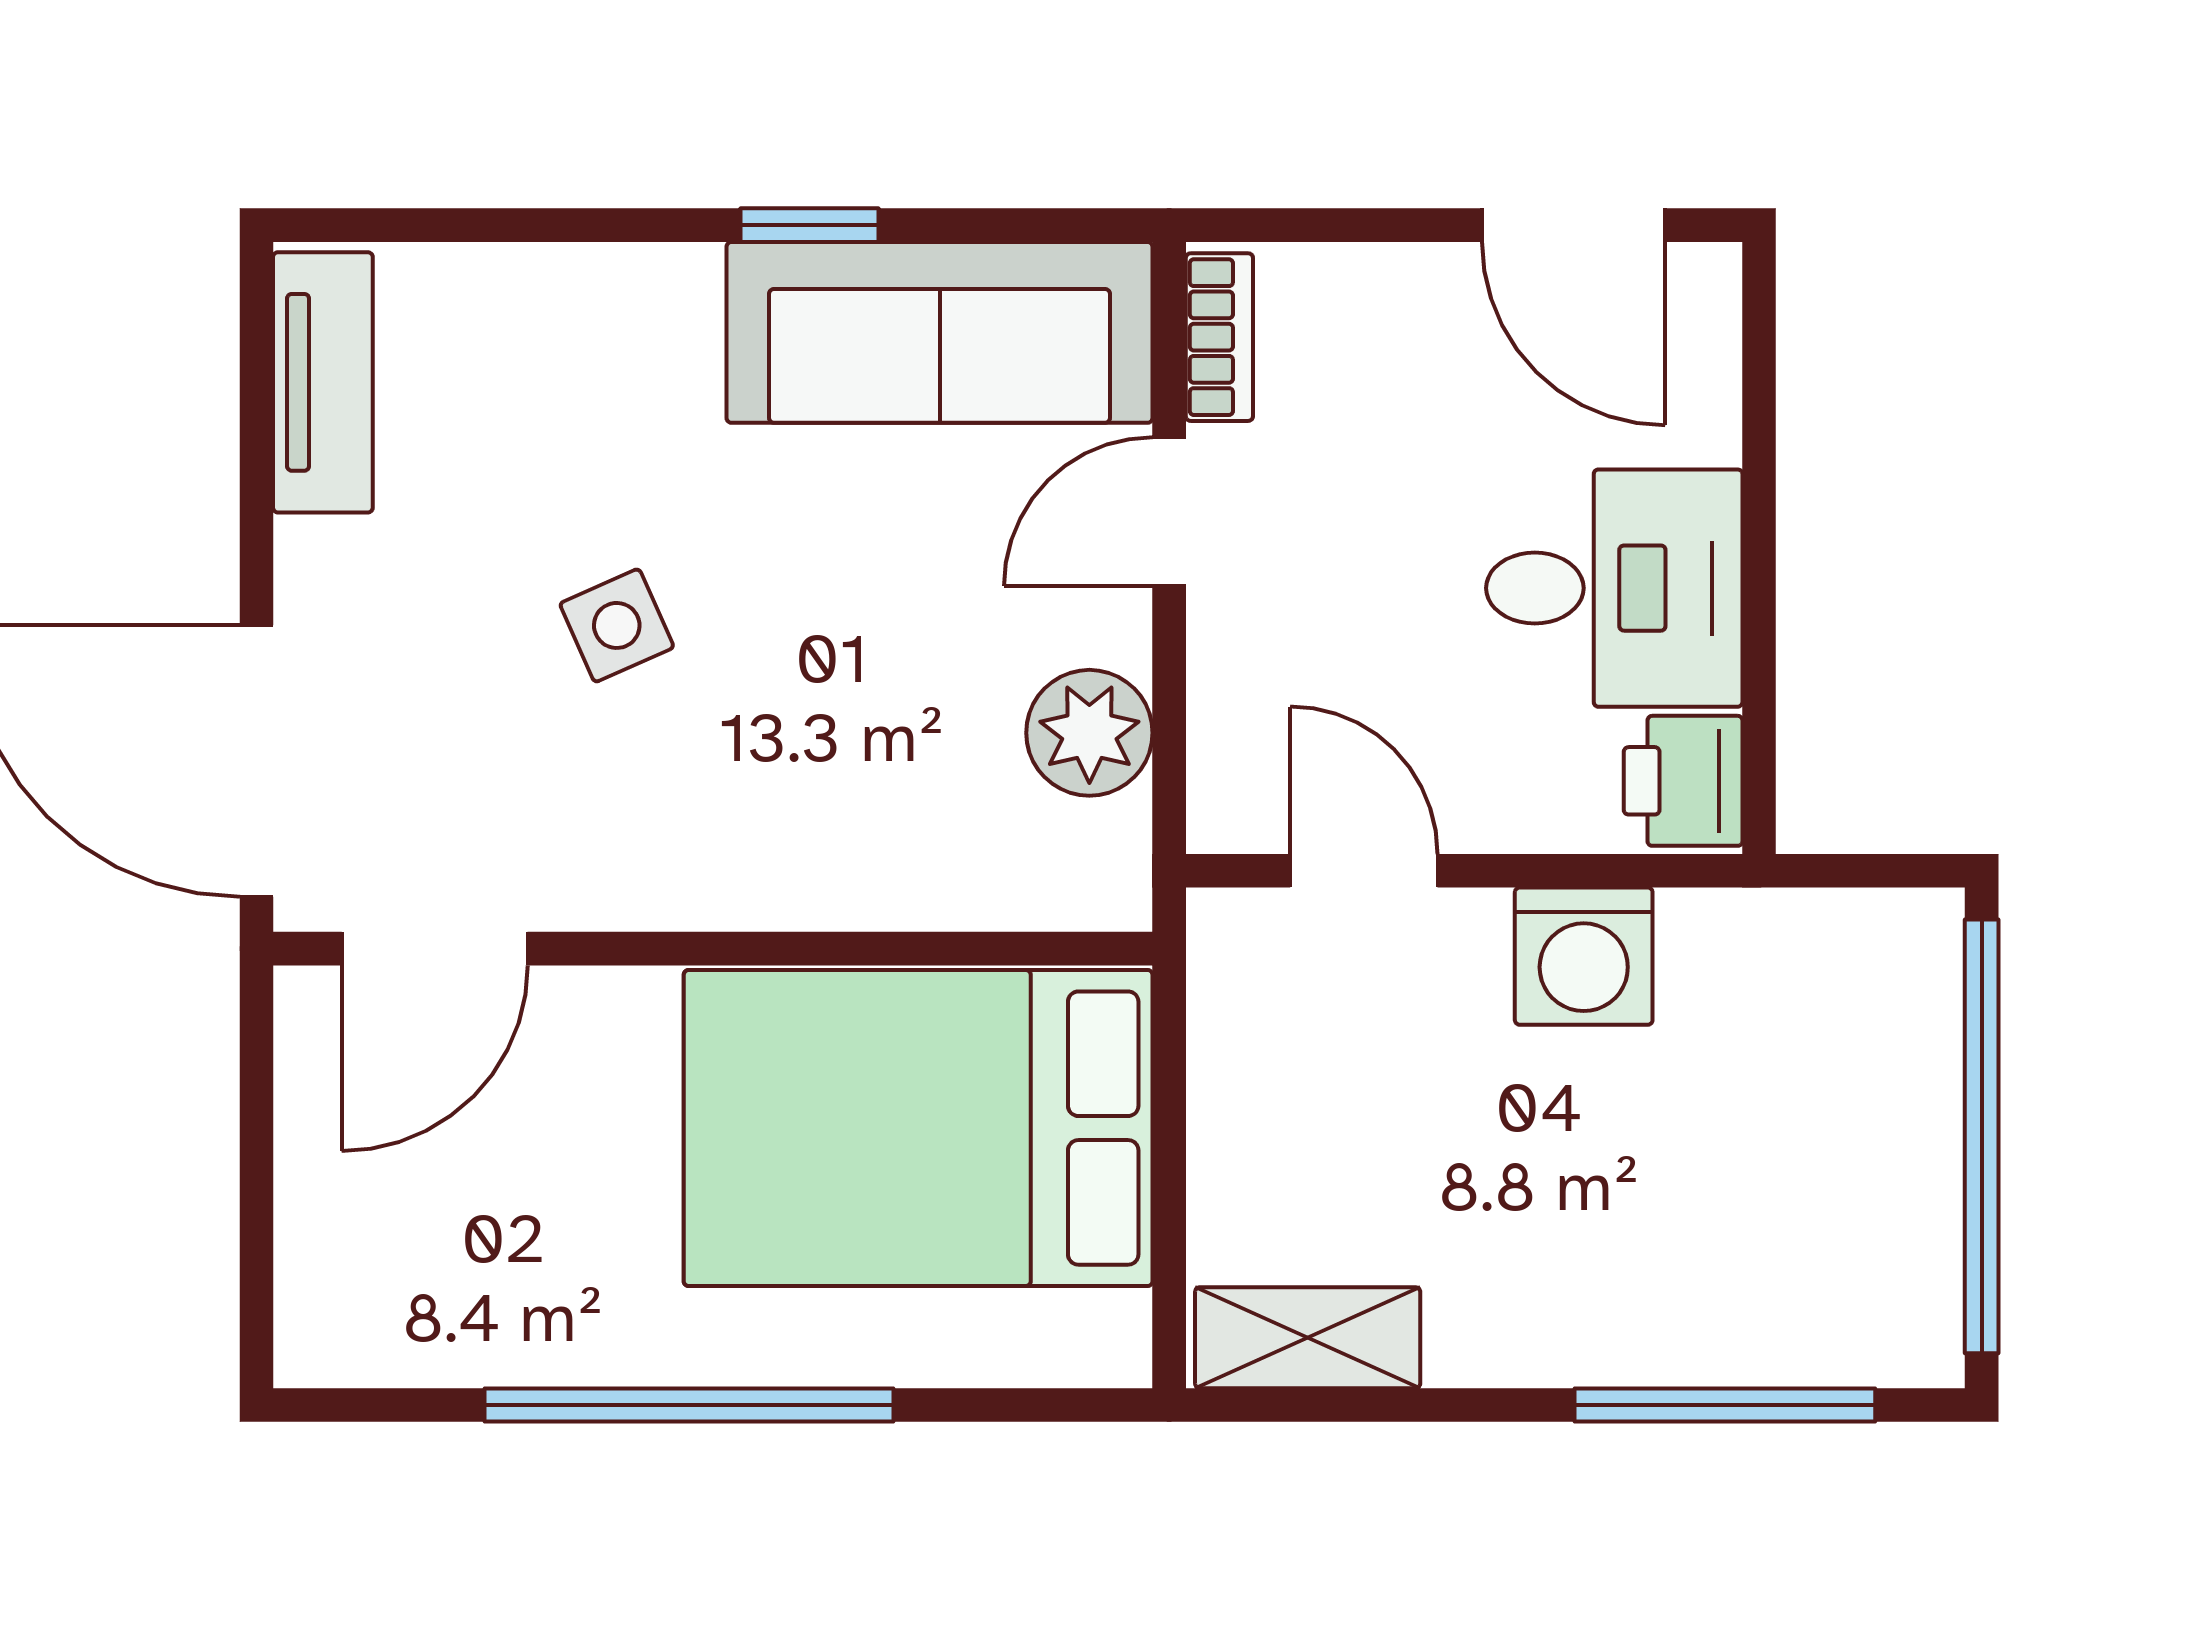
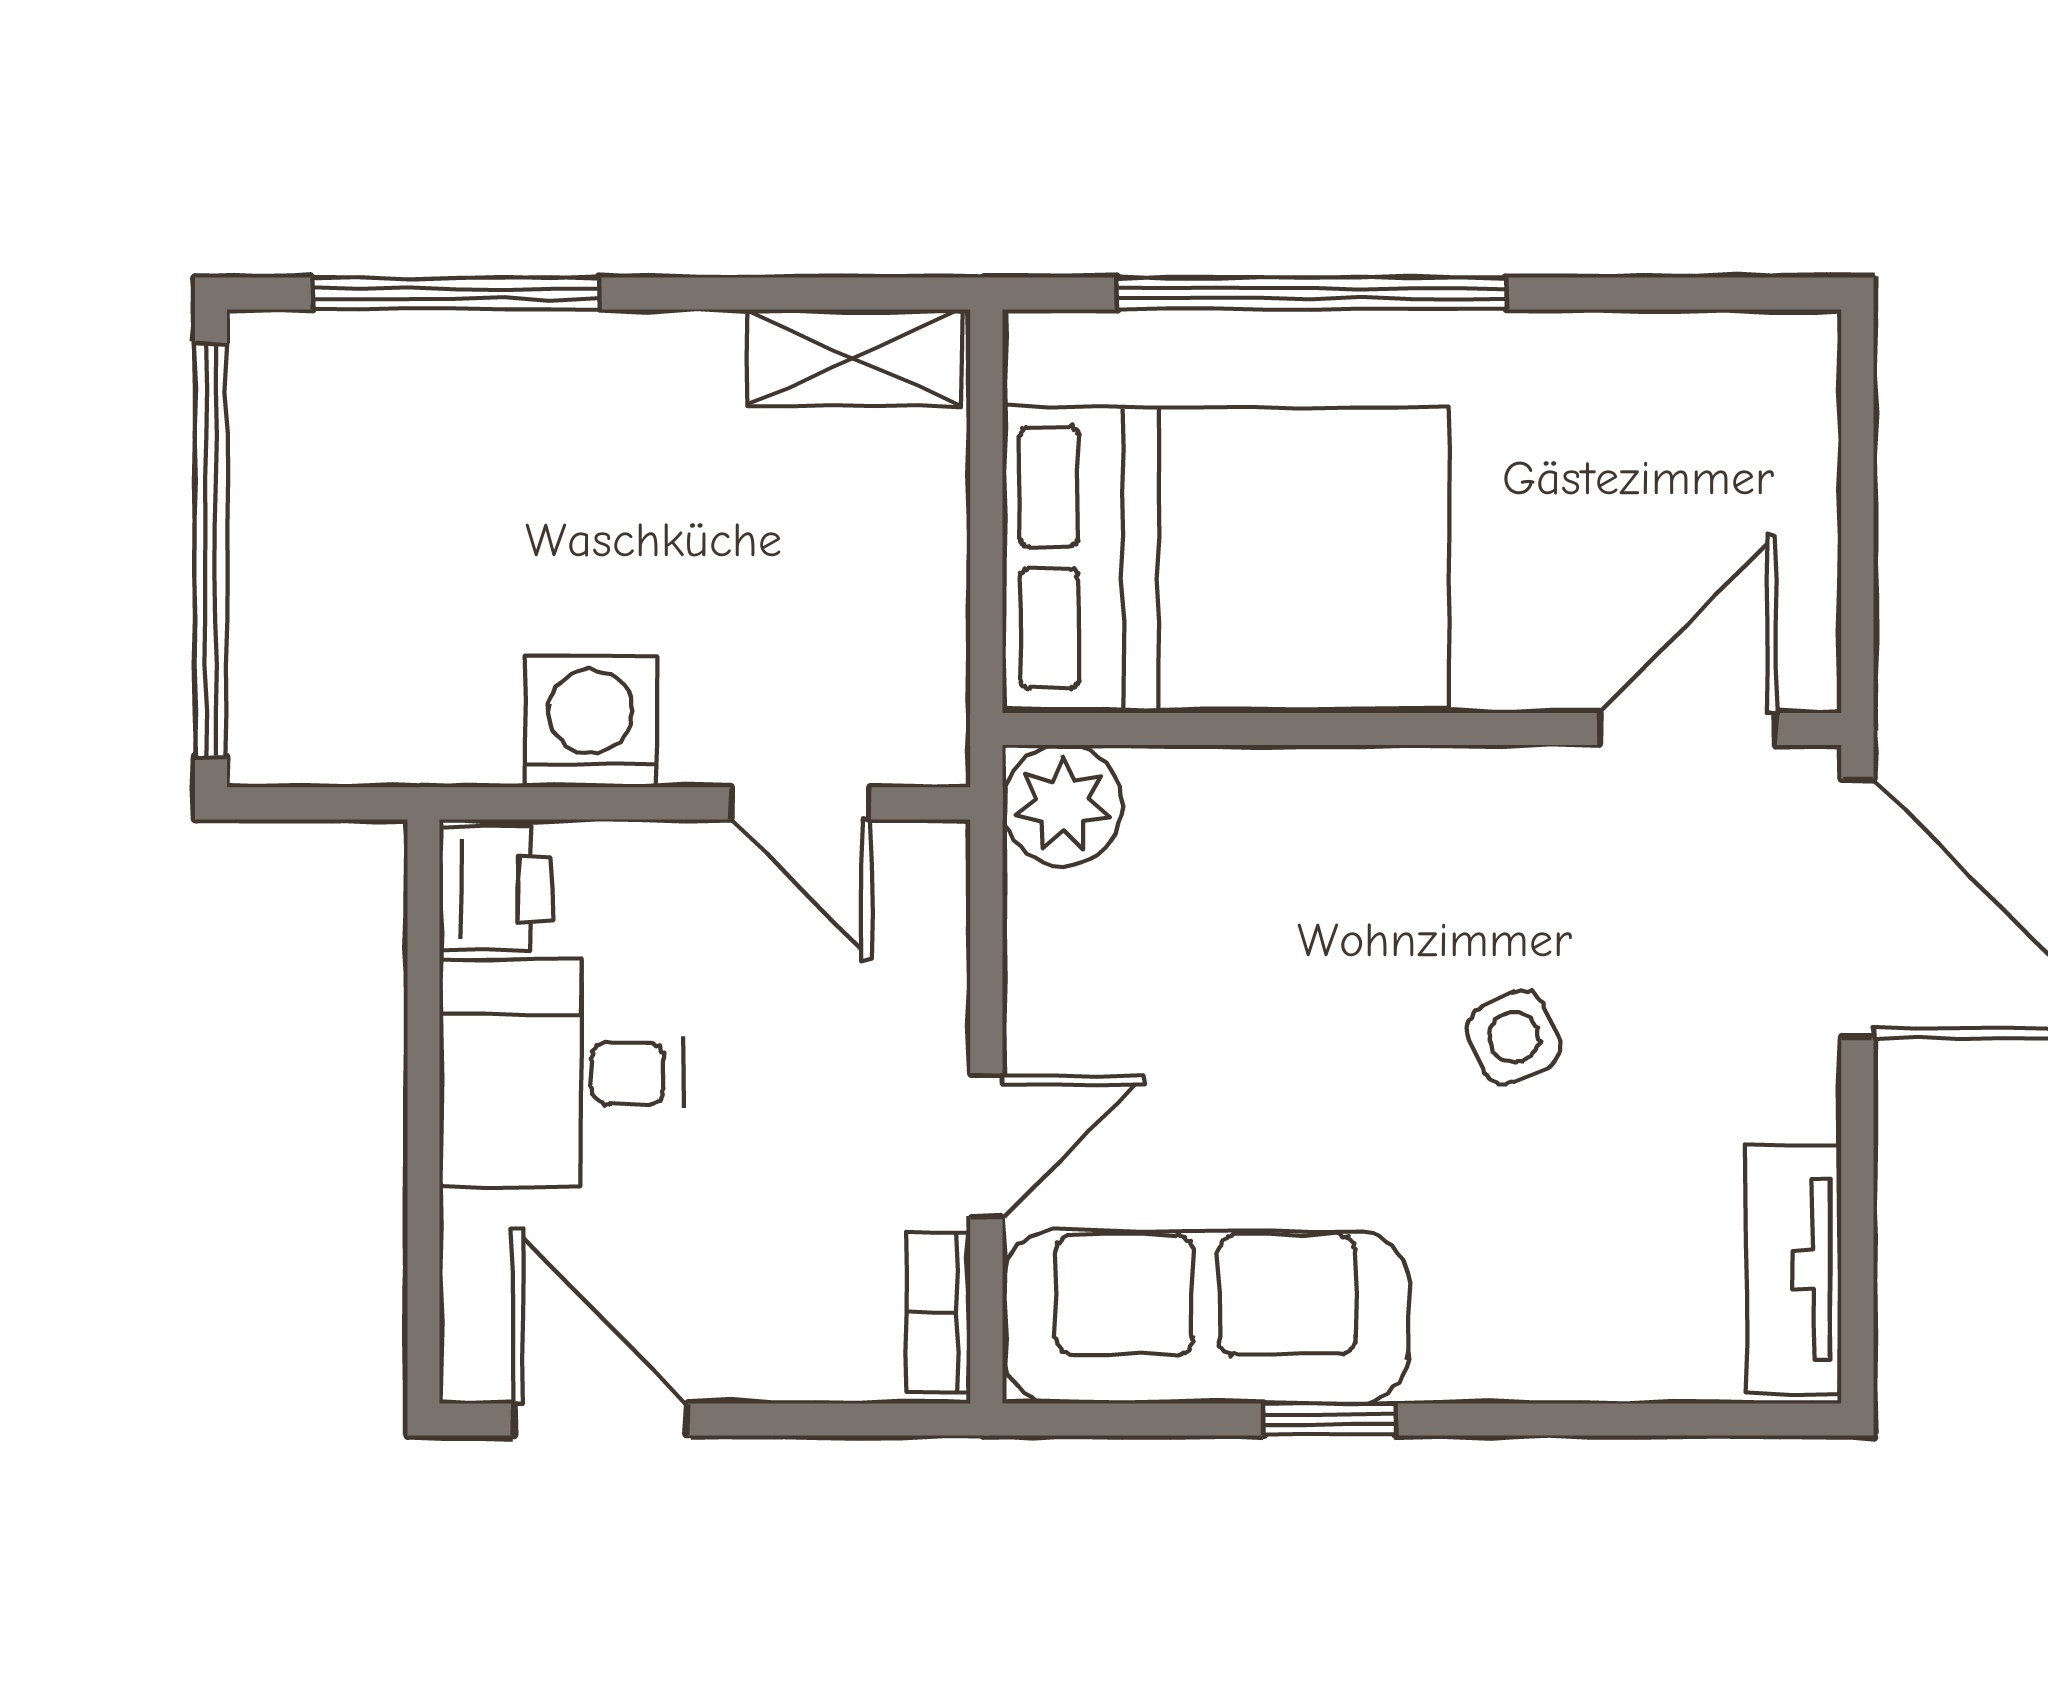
plant: (1089, 733) -> (1063, 805), moved
window: (689, 1405) -> (1312, 294), moved

